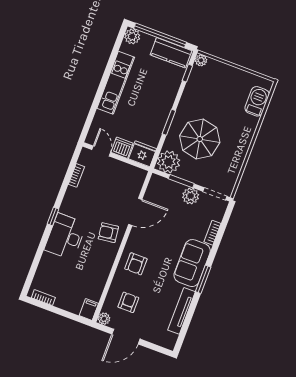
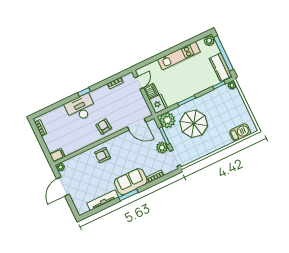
door: (135, 212) -> (137, 124), moved
armchair: (128, 302) -> (80, 171), removed
door: (126, 337) -> (63, 186), hinge flipped

